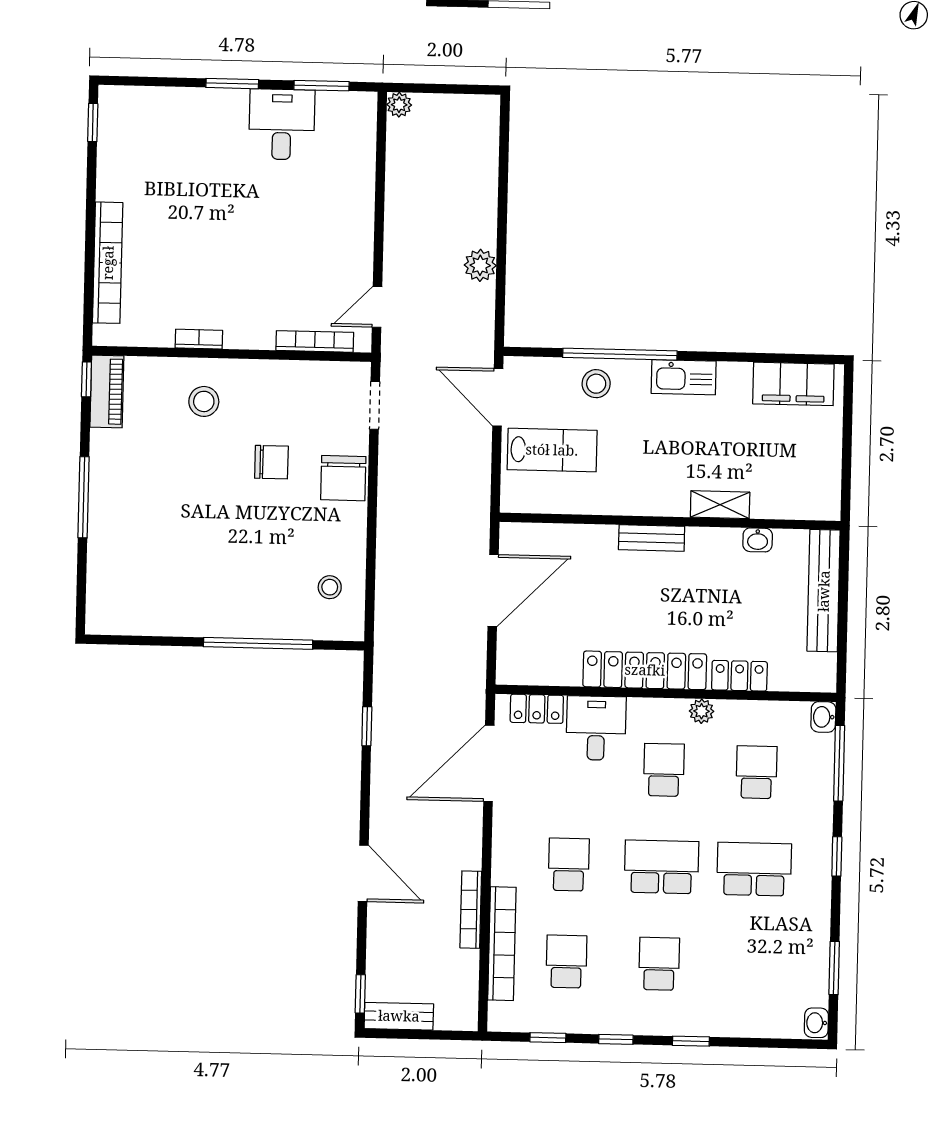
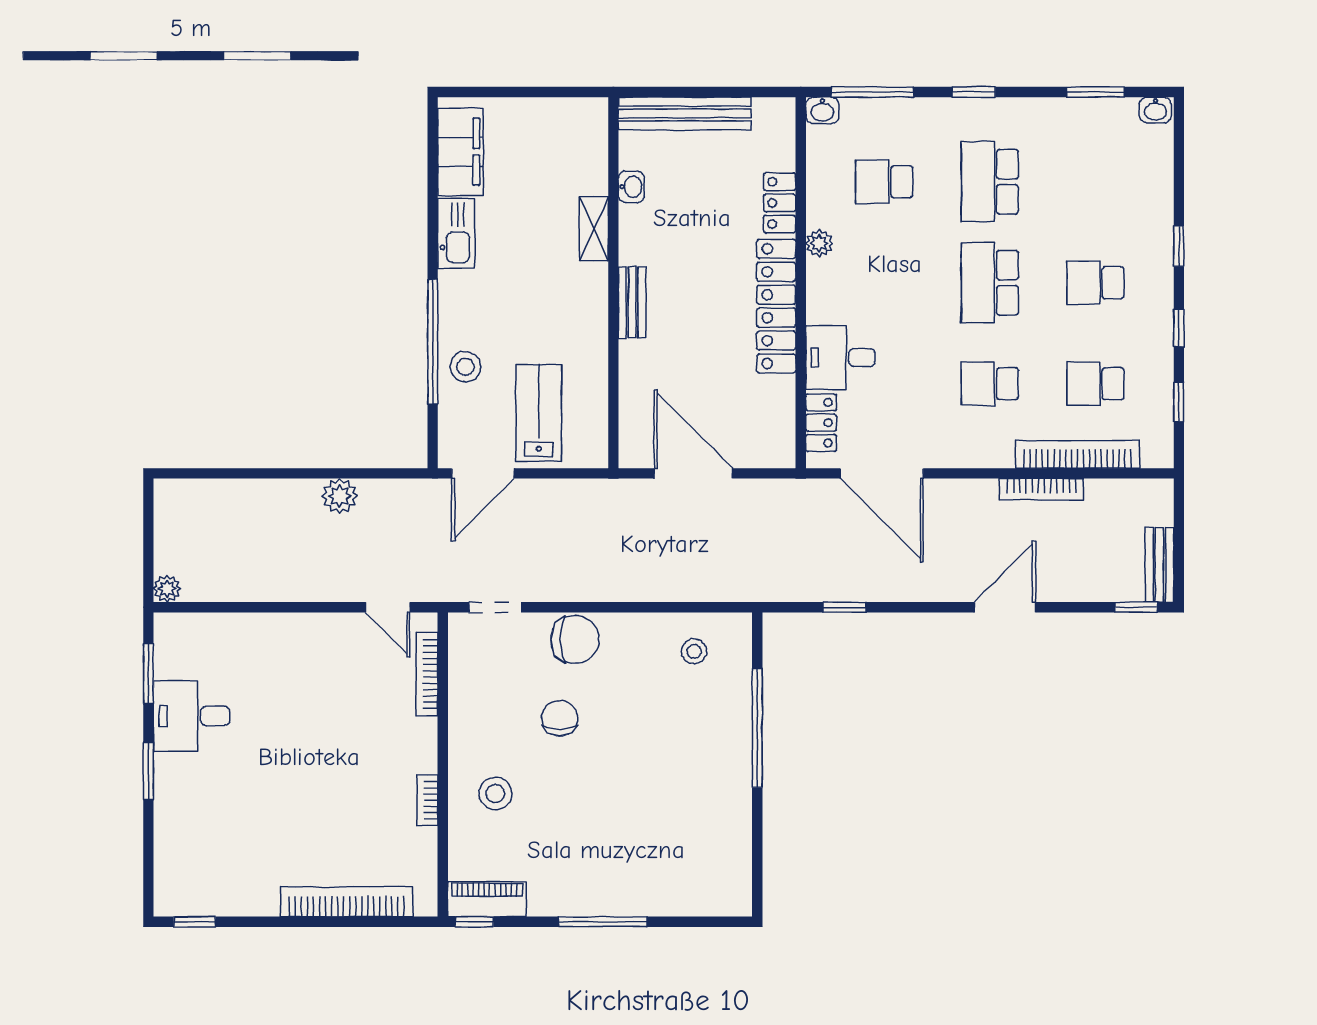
kitchen sink: (684, 377) -> (456, 233), moved
school desk: (664, 770) -> (884, 283), removed

